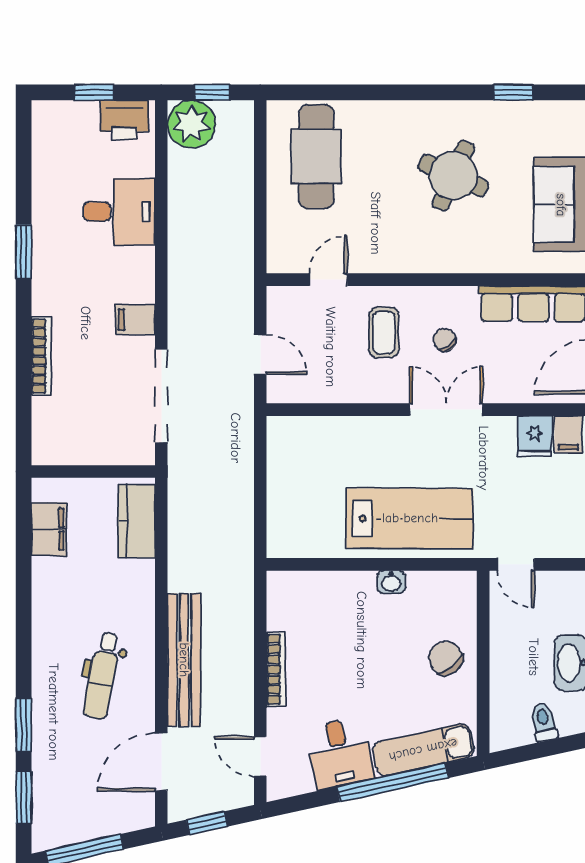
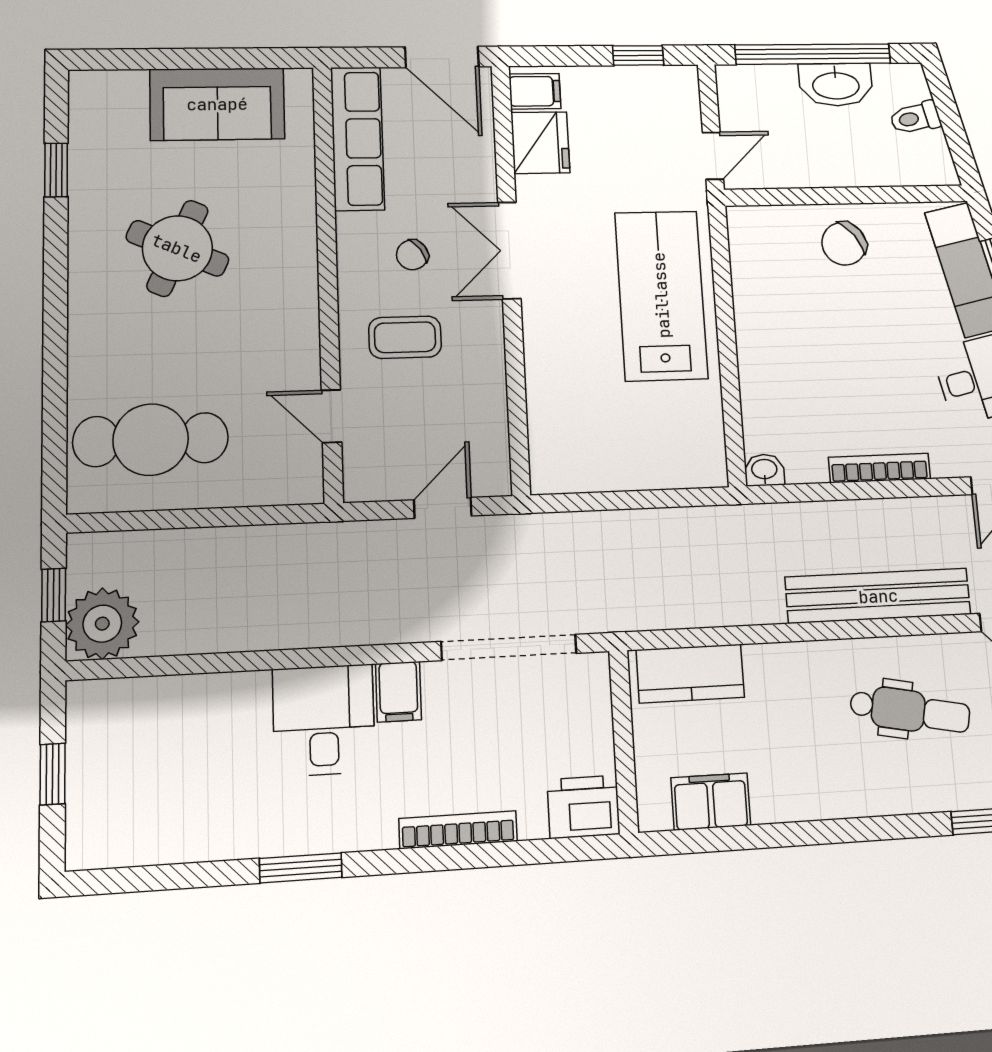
printer: (124, 120) -> (584, 807), moved, turned -90
desk: (119, 212) -> (324, 720), moved
fridge: (535, 436) -> (540, 143), width x1.38
washbasin: (391, 582) -> (764, 470), moved, turned -90

